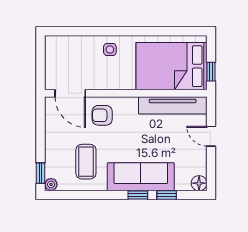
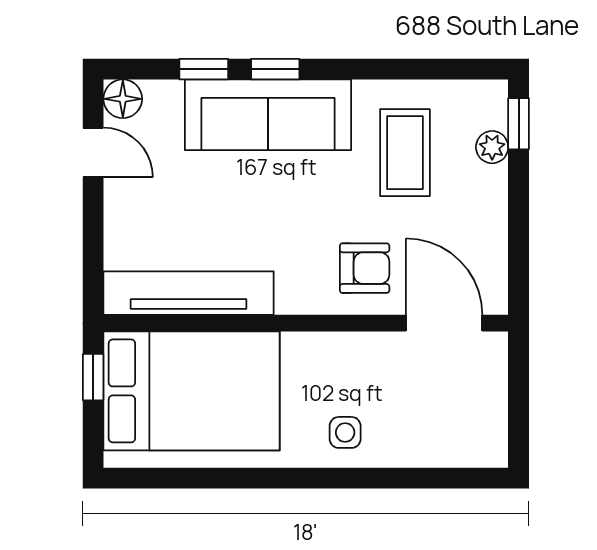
door: (211, 136) -> (93, 152), moved
plant: (51, 184) -> (492, 147), moved

